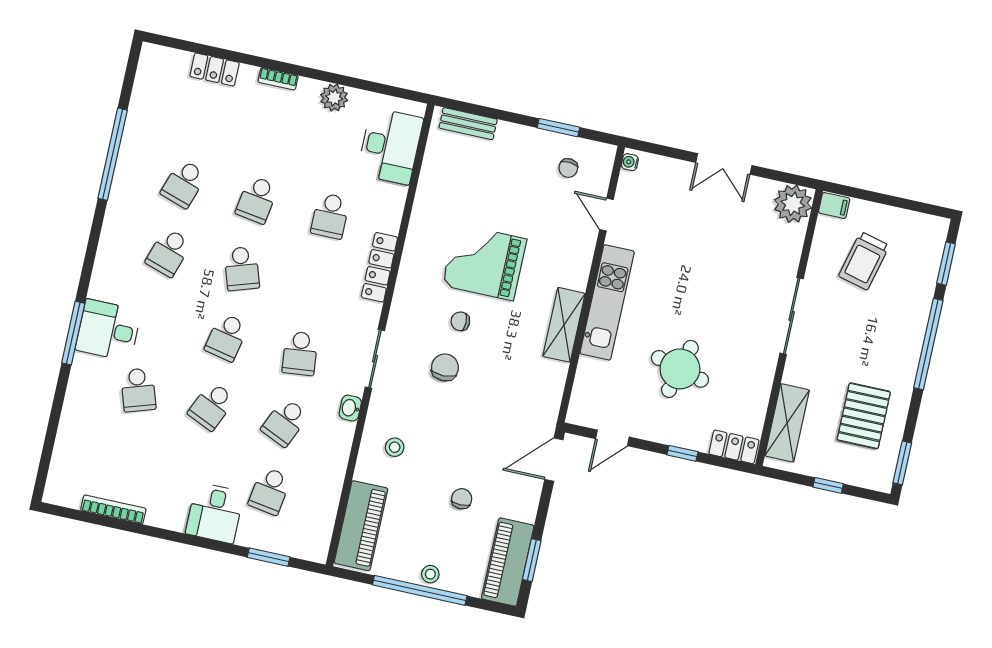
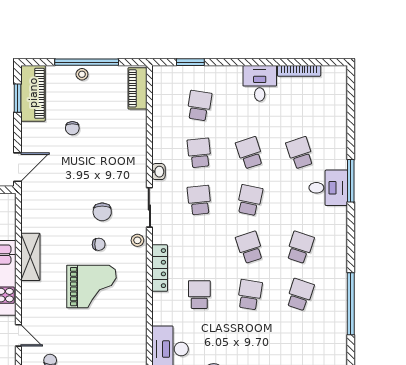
school desk: (212, 406) -> (250, 153), turned -42
school desk: (285, 422) -> (199, 153), turned -30
stool: (395, 447) -> (137, 240), moved
desk: (215, 513) -> (260, 83), moved
piano: (361, 526) -> (138, 88), width x0.73, depth x0.75

